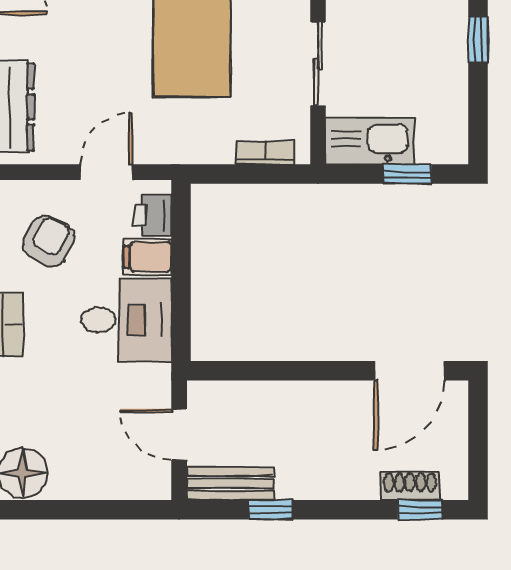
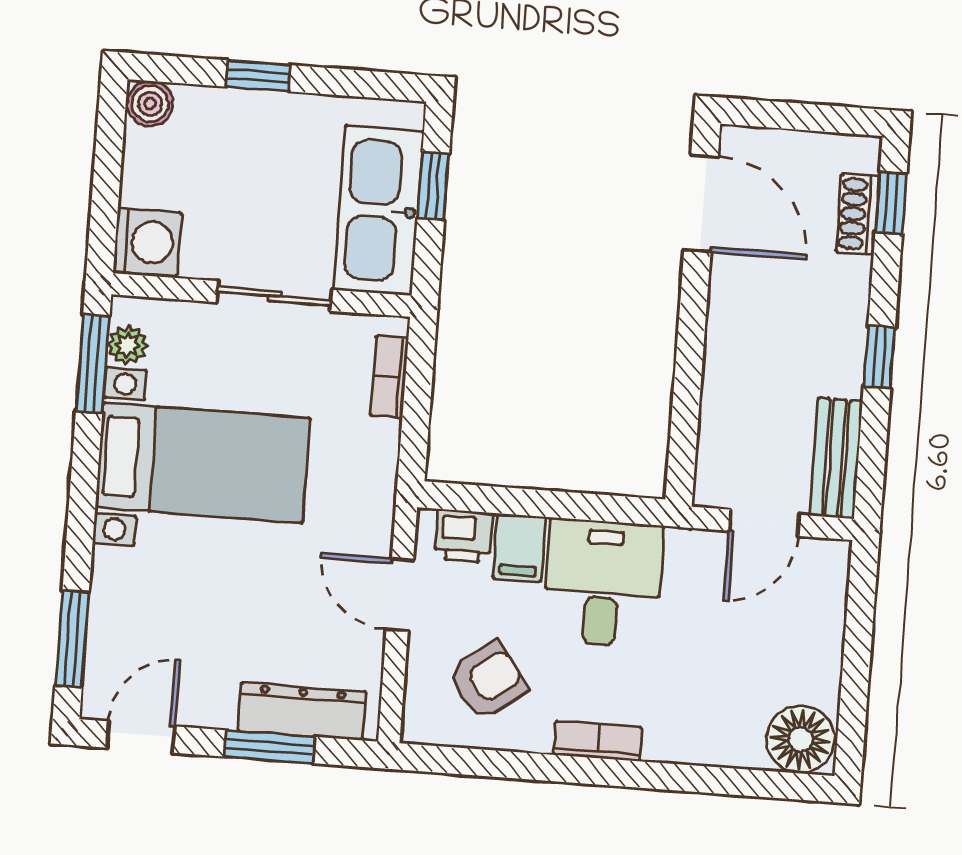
kitchen sink: (370, 141) -> (378, 211), width x1.36, depth x1.24
armchair: (49, 241) -> (488, 681), turned 116
window: (271, 510) -> (879, 357), moved

